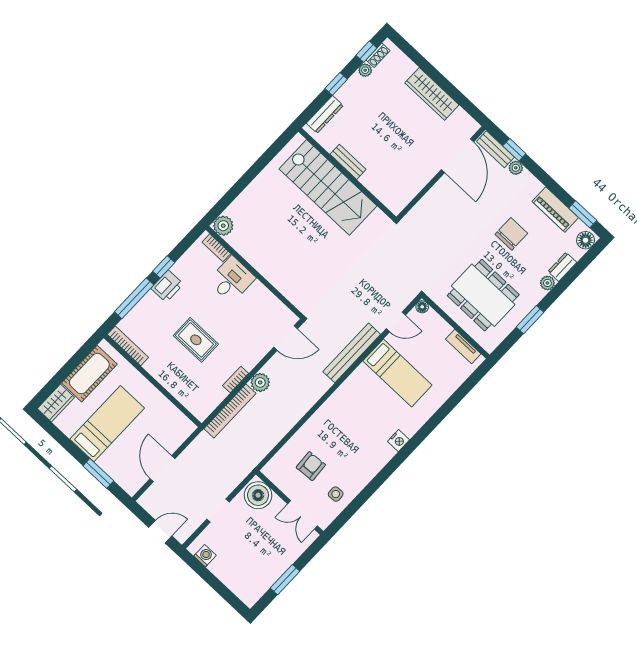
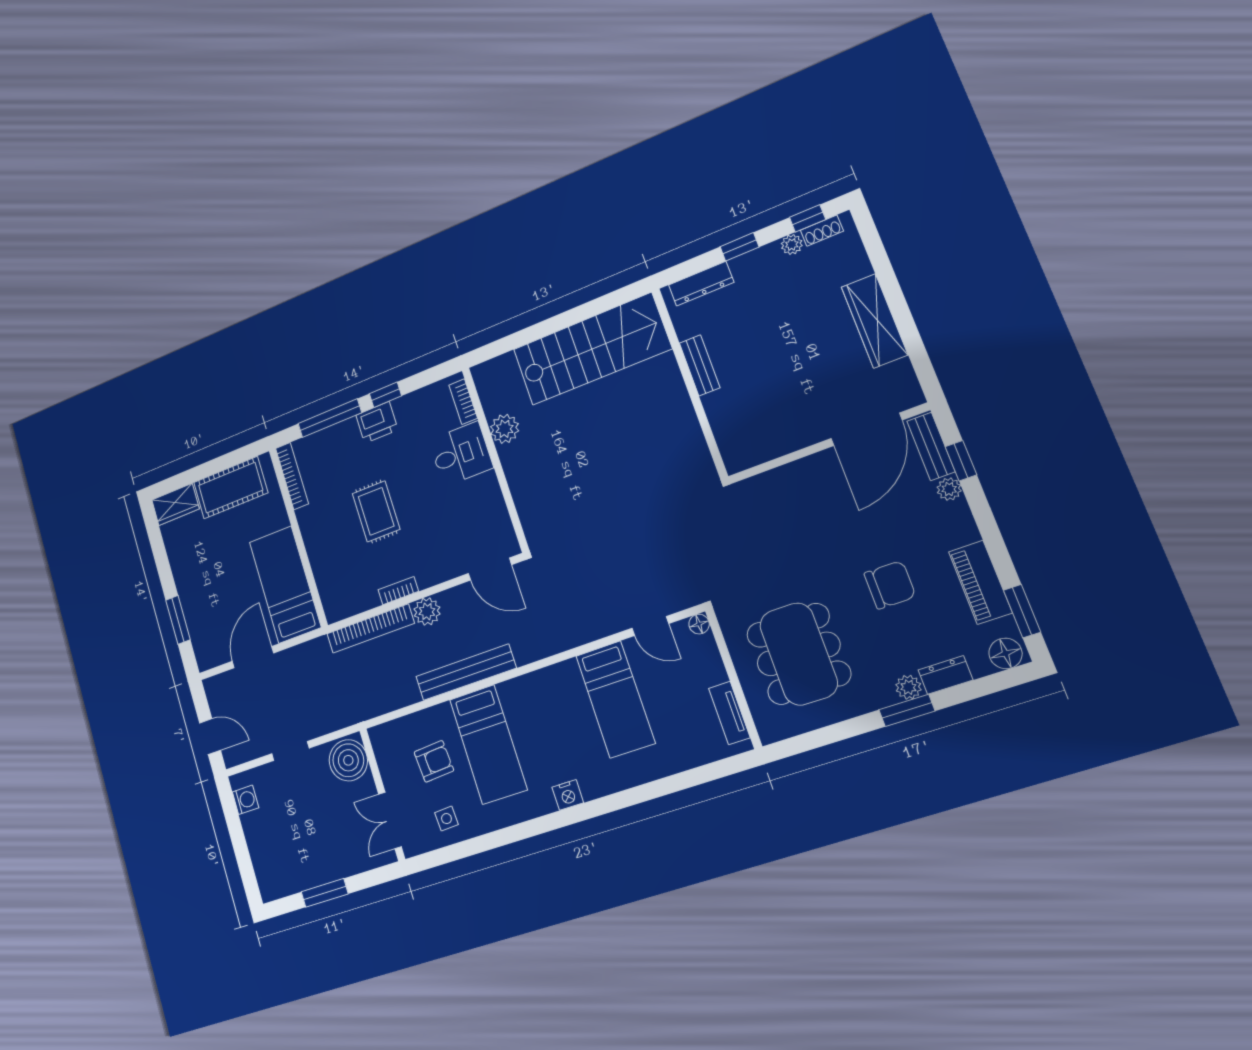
stairs: (328, 187) -> (592, 349), moved, turned -90
plant: (223, 226) -> (505, 429), moved
window: (530, 320) -> (907, 710), moved
bench: (352, 353) -> (466, 672), moved
bed: (107, 424) -> (285, 585), moved, turned -90
bed: (338, 438) -> (488, 744), added

